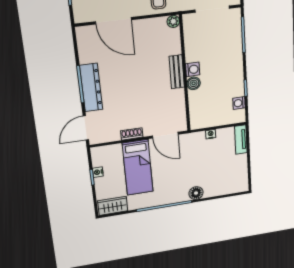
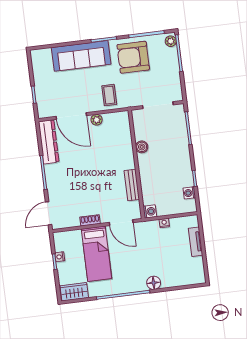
plant: (173, 21) -> (97, 120), moved
washing machine: (193, 69) -> (150, 211), moved
bench: (177, 72) -> (132, 185), moved
boiler: (194, 83) -> (142, 147), moved
dresser: (91, 88) -> (49, 142), moved
tv unit: (241, 140) -> (196, 242), moved

